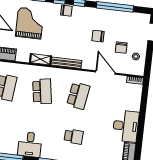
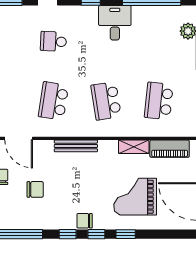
grand piano: (30, 23) -> (135, 197), turned 90
shelving: (41, 59) -> (134, 147), moved

